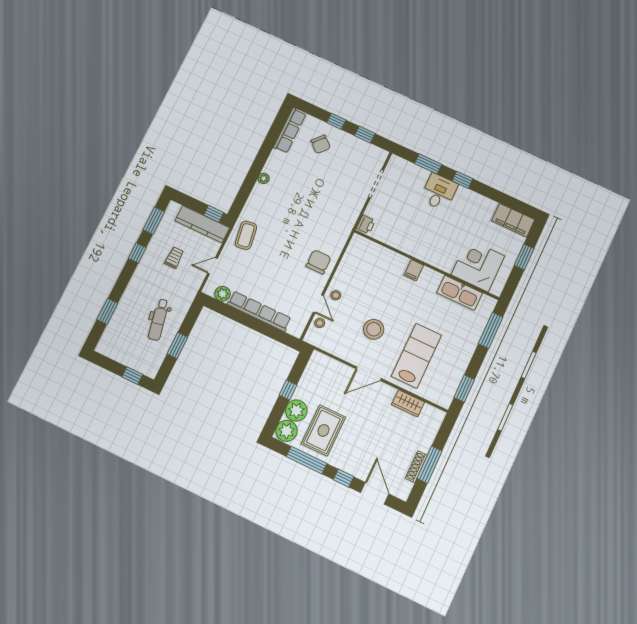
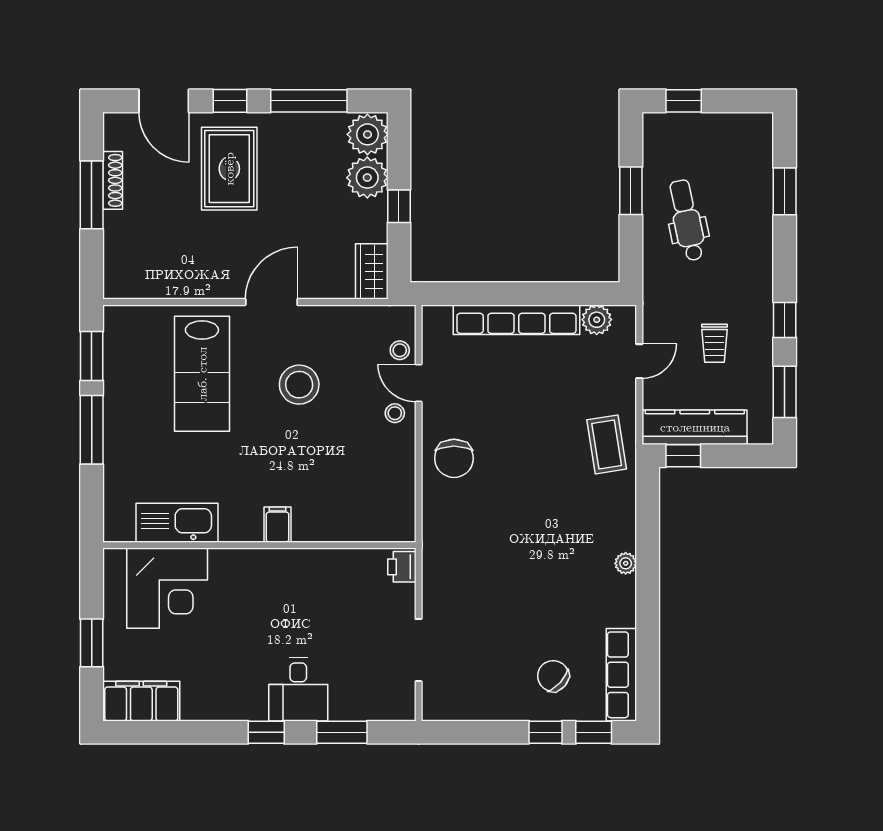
window: (365, 135) -> (594, 732), moved
window: (491, 330) -> (92, 430), moved
wardrobe: (408, 403) -> (372, 271), moved, turned -90
rug: (323, 430) -> (229, 169), moved

